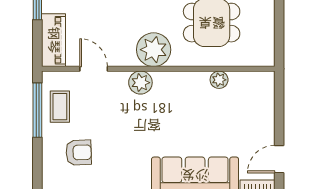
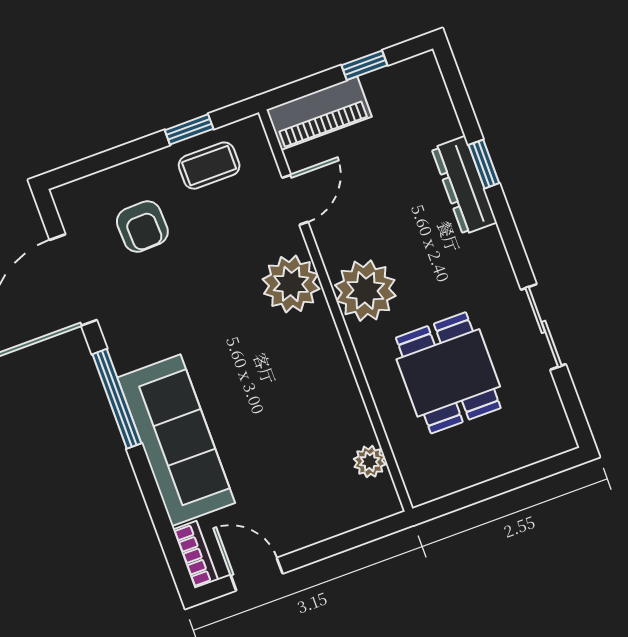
plant: (219, 80) -> (370, 462), moved
plant: (140, 83) -> (291, 284), width x1.36, depth x1.36
window: (37, 110) -> (189, 129), width x0.46

